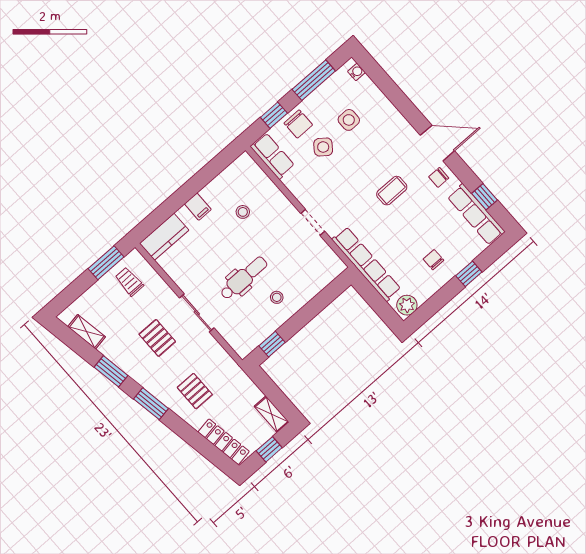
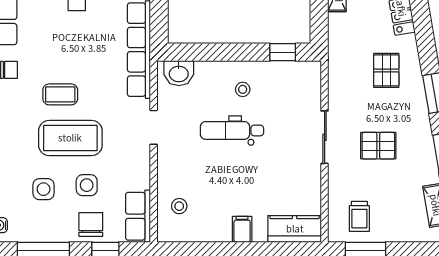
side table: (323, 147) -> (87, 185), turned -37
coffee table: (360, 168) -> (70, 138), added
stool: (243, 212) -> (179, 206), moved
washbasin: (327, 272) -> (179, 73), added
dental chair: (244, 278) -> (232, 130), moved
pallet: (157, 338) -> (378, 146), turned 90

